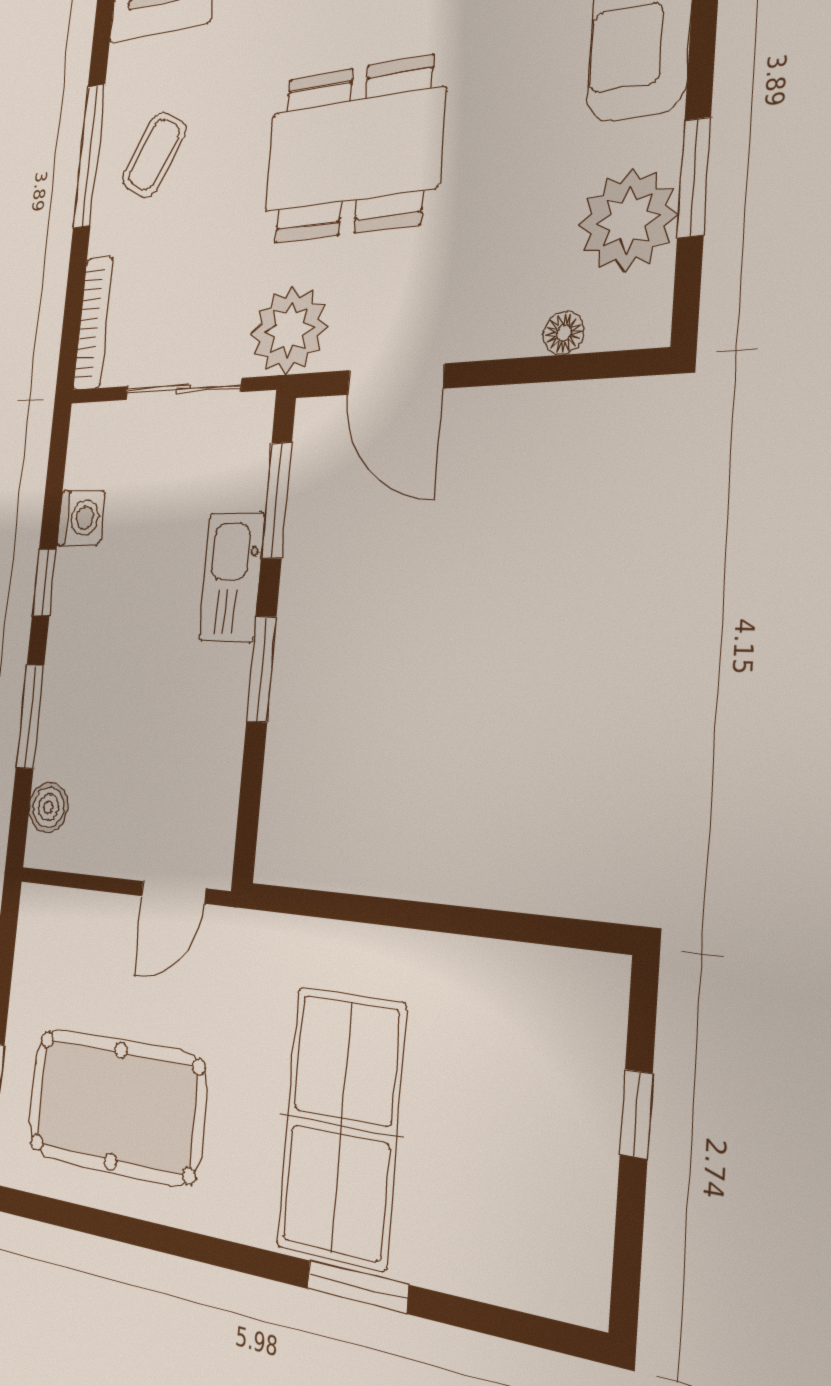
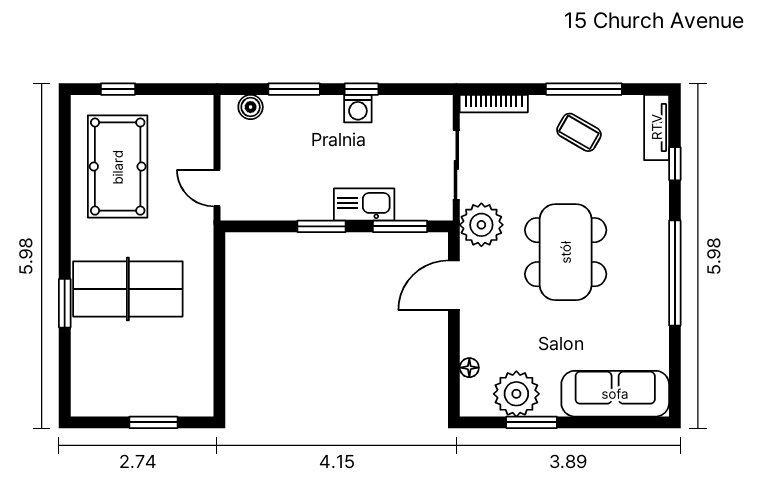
washing machine: (81, 518) -> (358, 109), moved
window: (636, 1114) -> (153, 422), width x1.50

